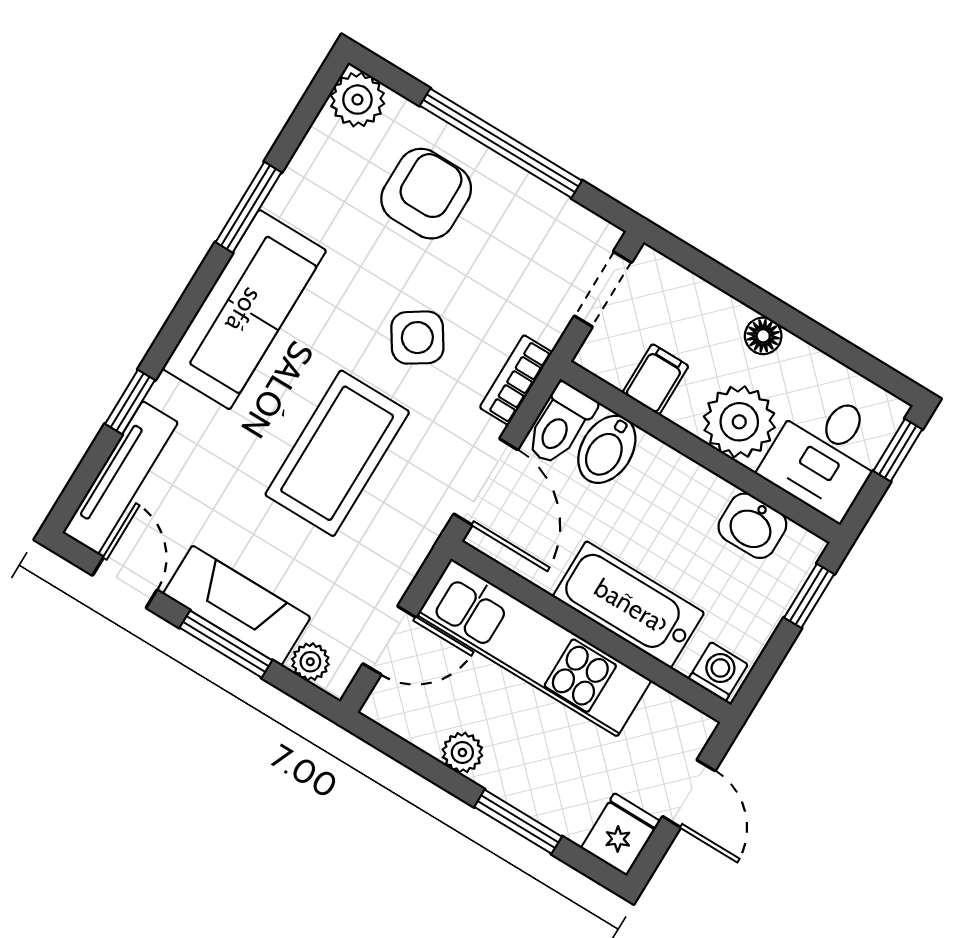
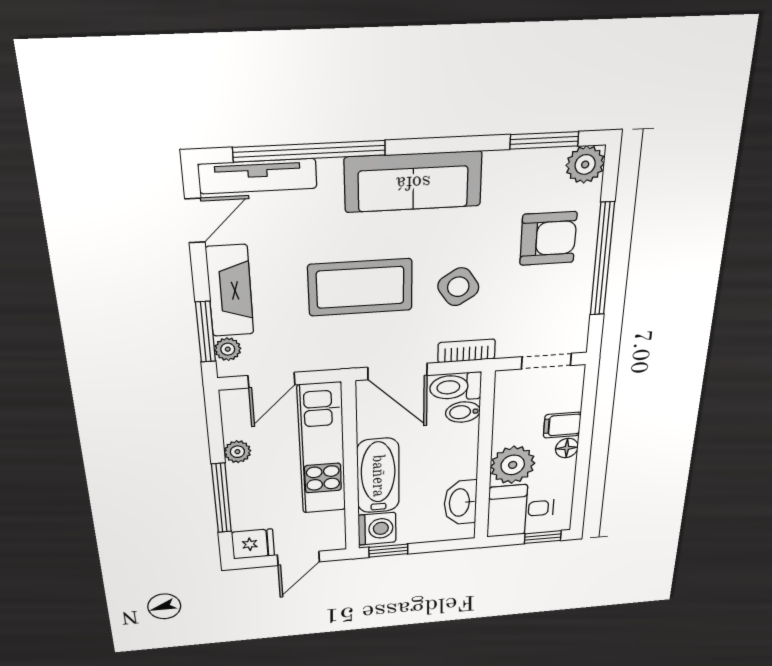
window: (248, 207) -> (544, 140), moved
filing cabinet: (656, 379) -> (562, 425), moved, turned 180
window: (130, 402) -> (309, 151), width x3.17
bidet: (607, 449) -> (463, 412), width x0.72, depth x0.74
door: (486, 482) -> (398, 371), hinge flipped
washbasin: (752, 526) -> (460, 502), width x1.38
window: (809, 596) -> (388, 551), moved
door: (389, 640) -> (271, 380), hinge flipped
window: (226, 644) -> (206, 332), moved
washing machine: (718, 672) -> (377, 529), width x1.38, depth x1.38
window: (518, 822) -> (221, 498), width x1.44

